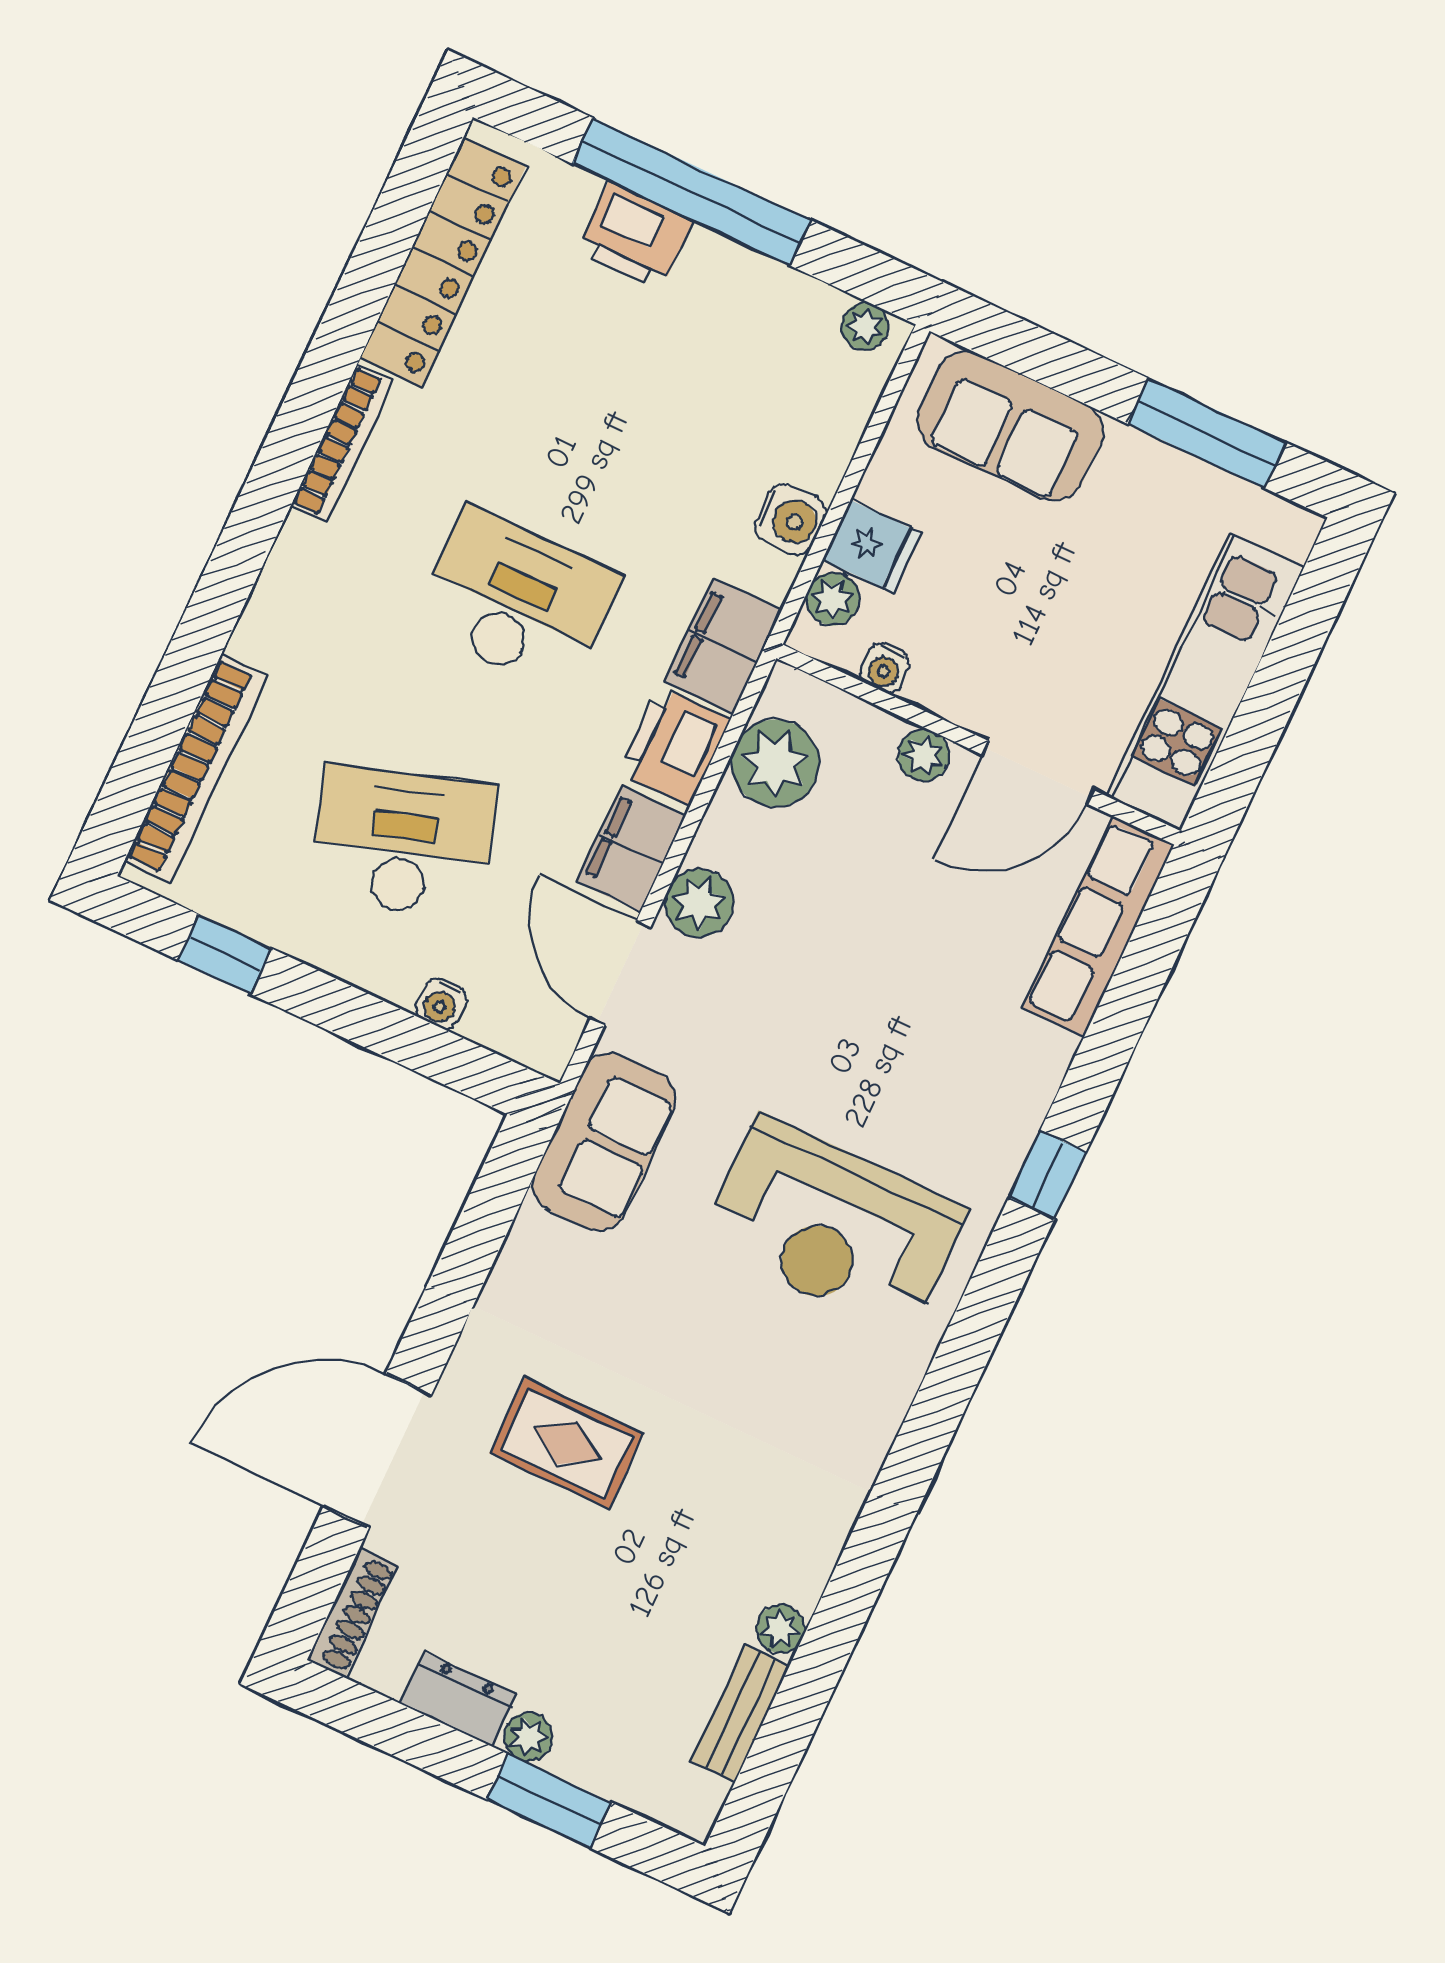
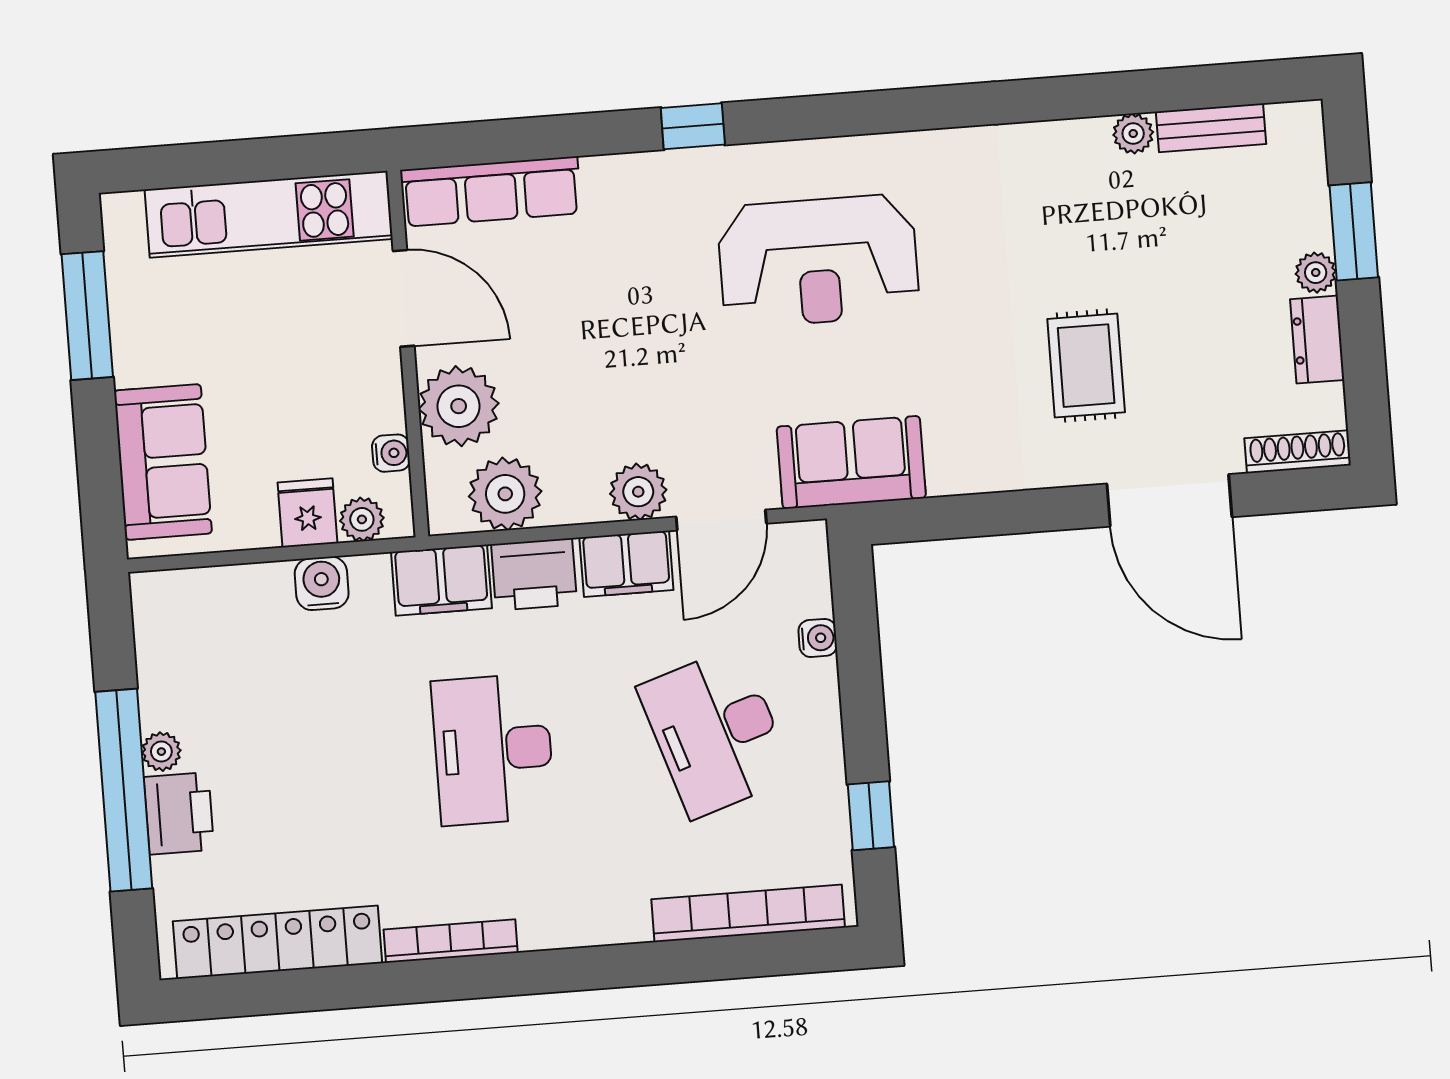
plant: (865, 326) -> (161, 752), moved
plant: (924, 756) -> (459, 406), width x1.87, depth x1.87
reception desk: (833, 1226) -> (818, 261), turned 90

